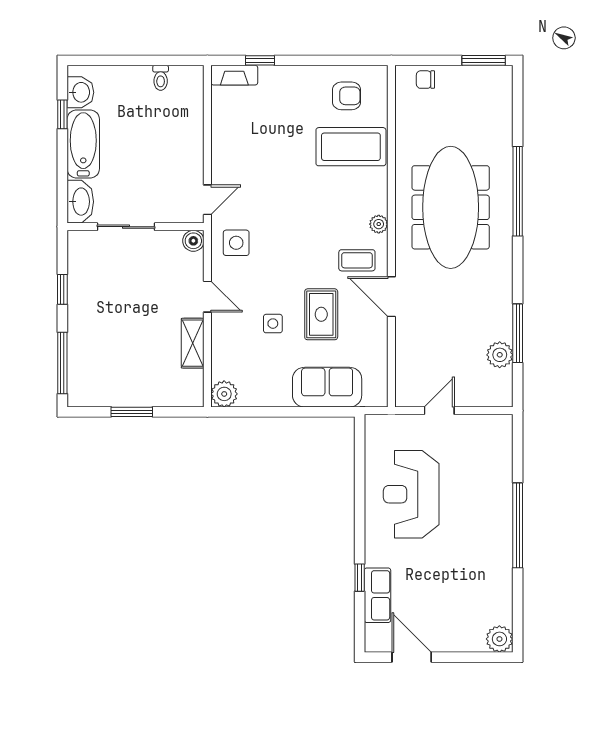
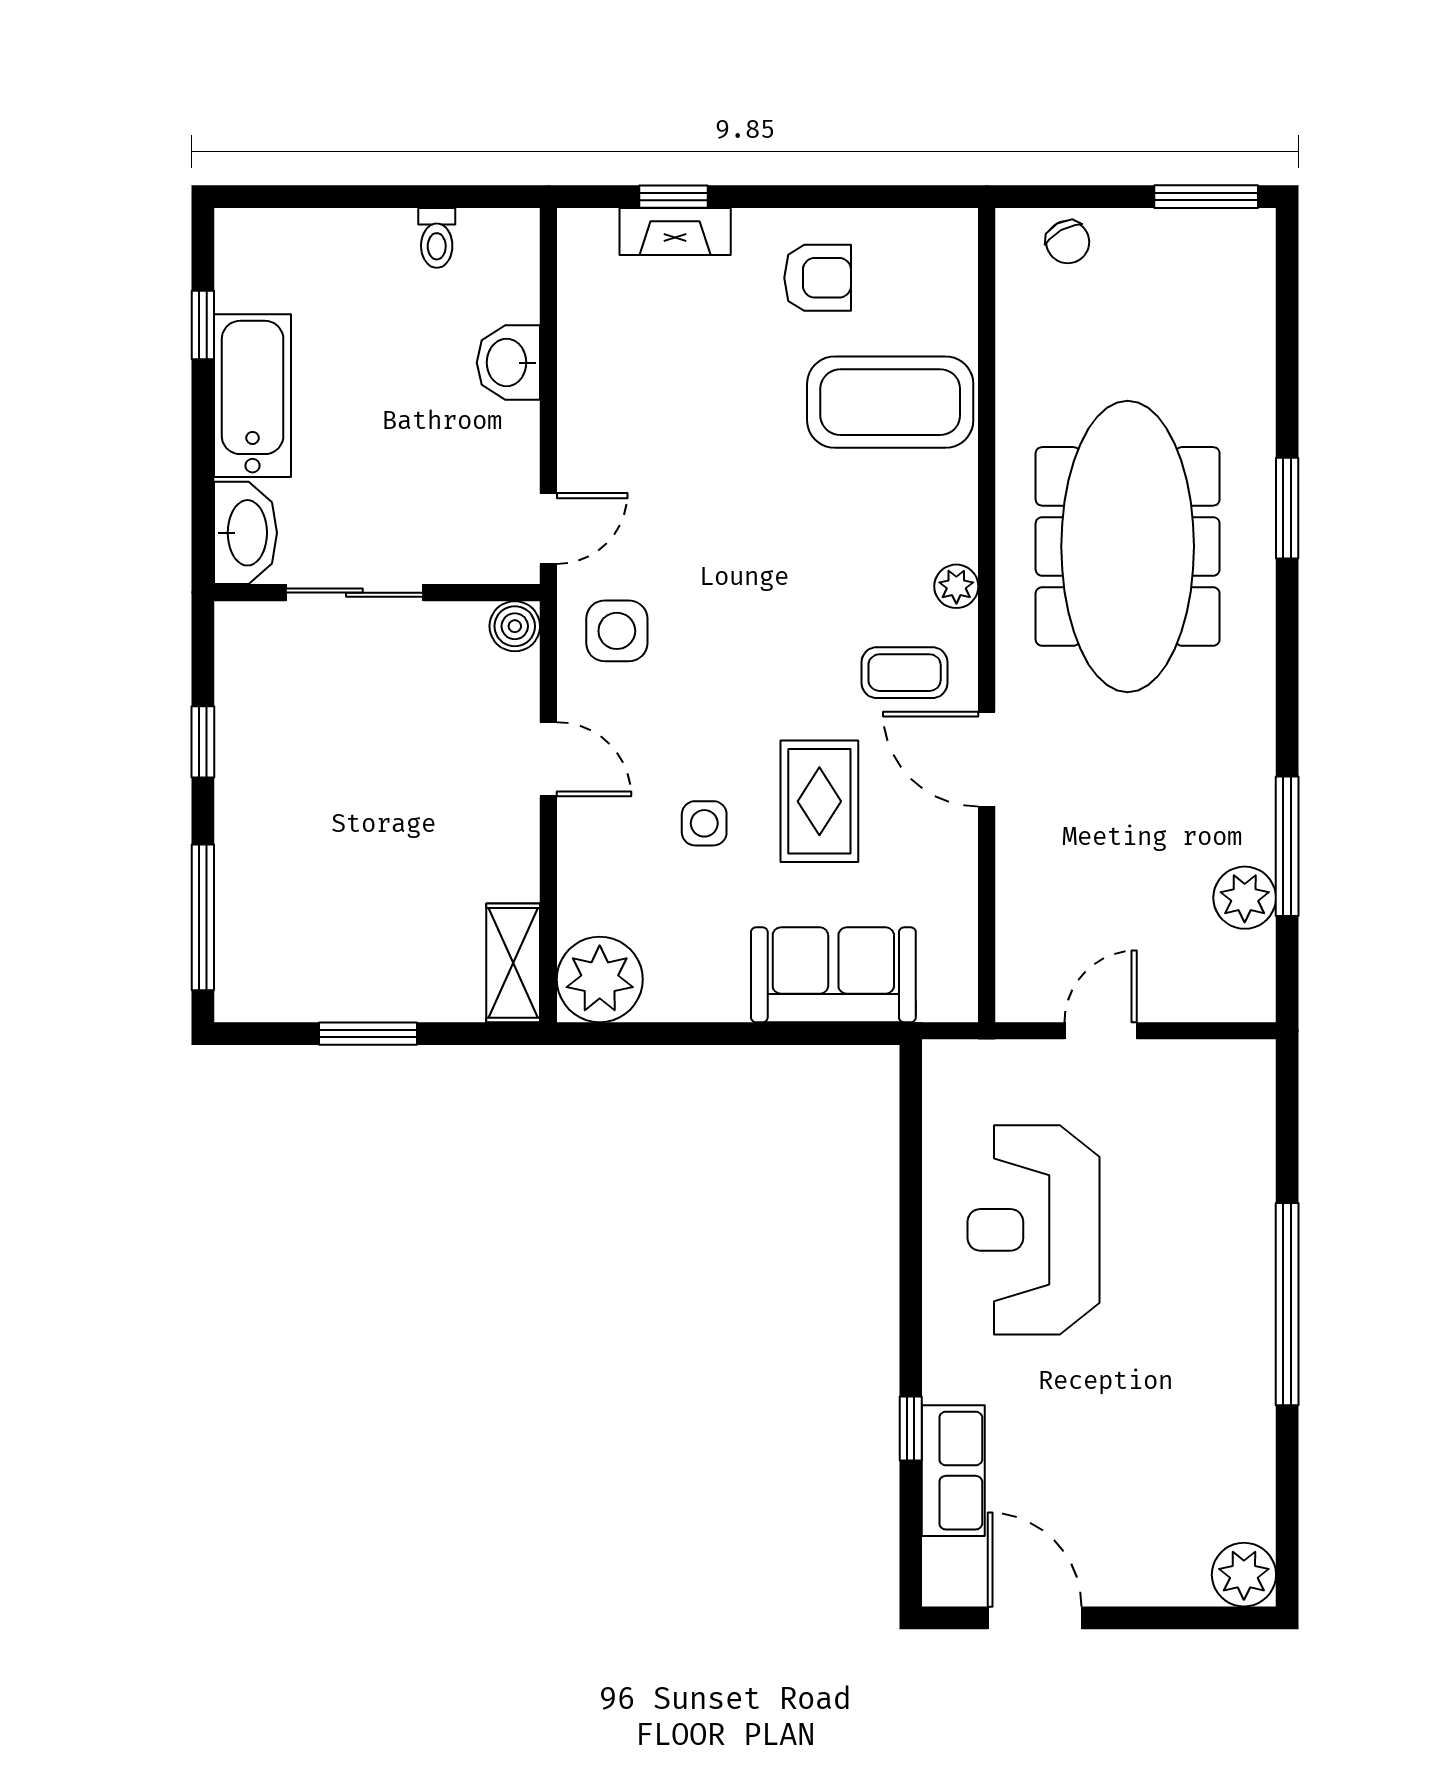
fireplace: (234, 75) -> (675, 231), moved
chair: (425, 80) -> (1068, 242), turned -119
washbasin: (80, 92) -> (508, 363), moved, turned 180
armchair: (347, 96) -> (818, 278), moved
window: (518, 191) -> (1287, 508), width x0.47
shelving: (193, 343) -> (513, 963), moved
plant: (224, 394) -> (600, 979), width x1.36, depth x1.36

